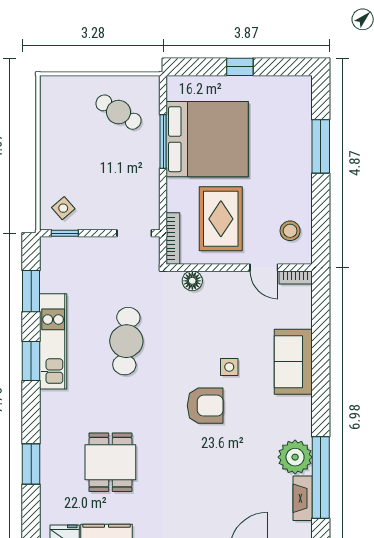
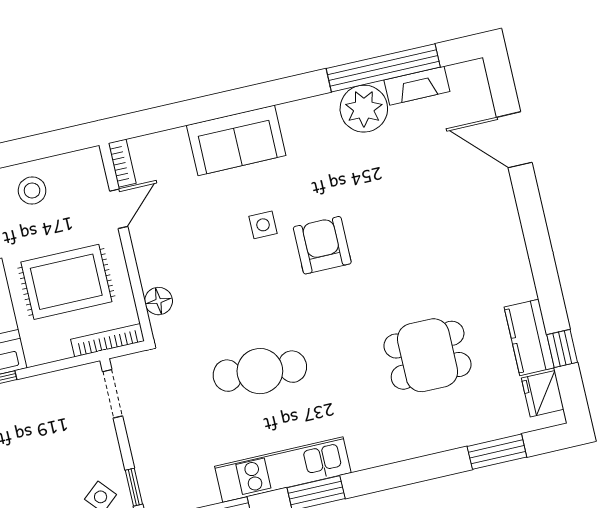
stool: (290, 231) -> (32, 190), moved
window: (31, 464) -> (497, 452), moved

